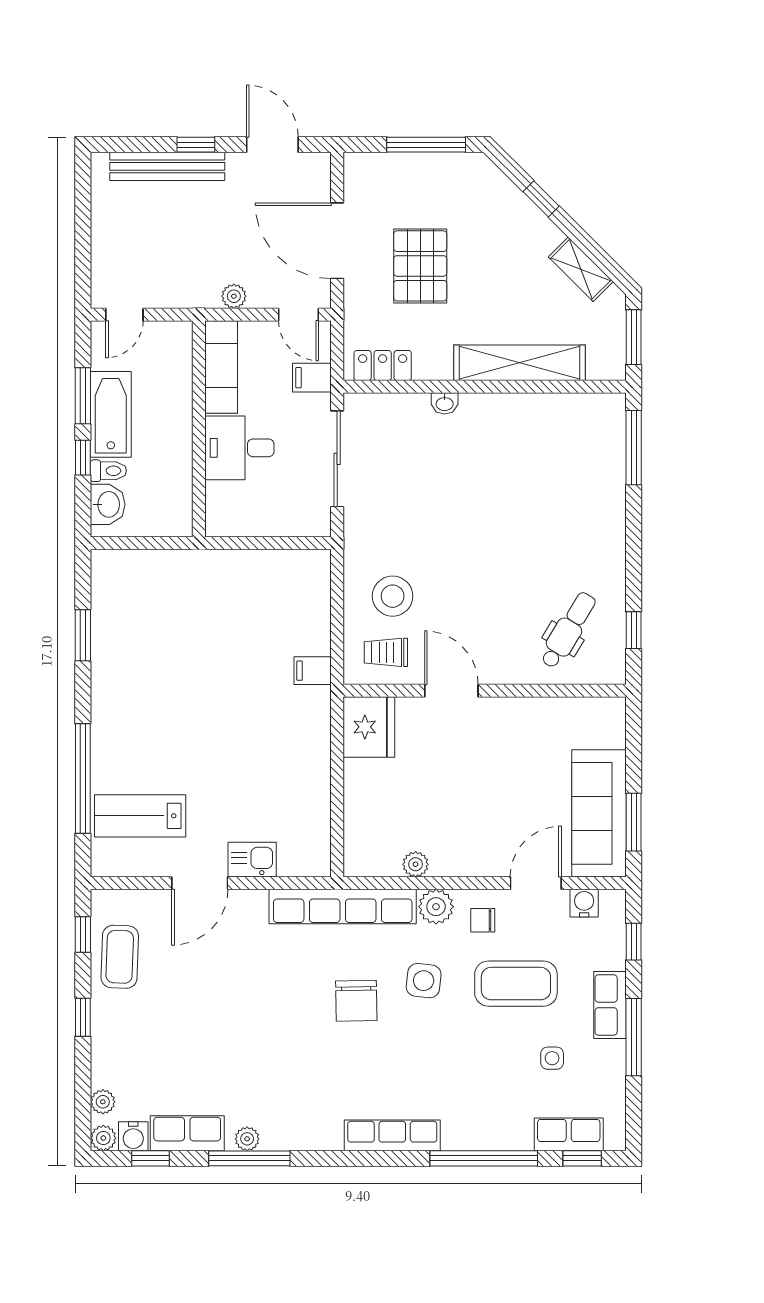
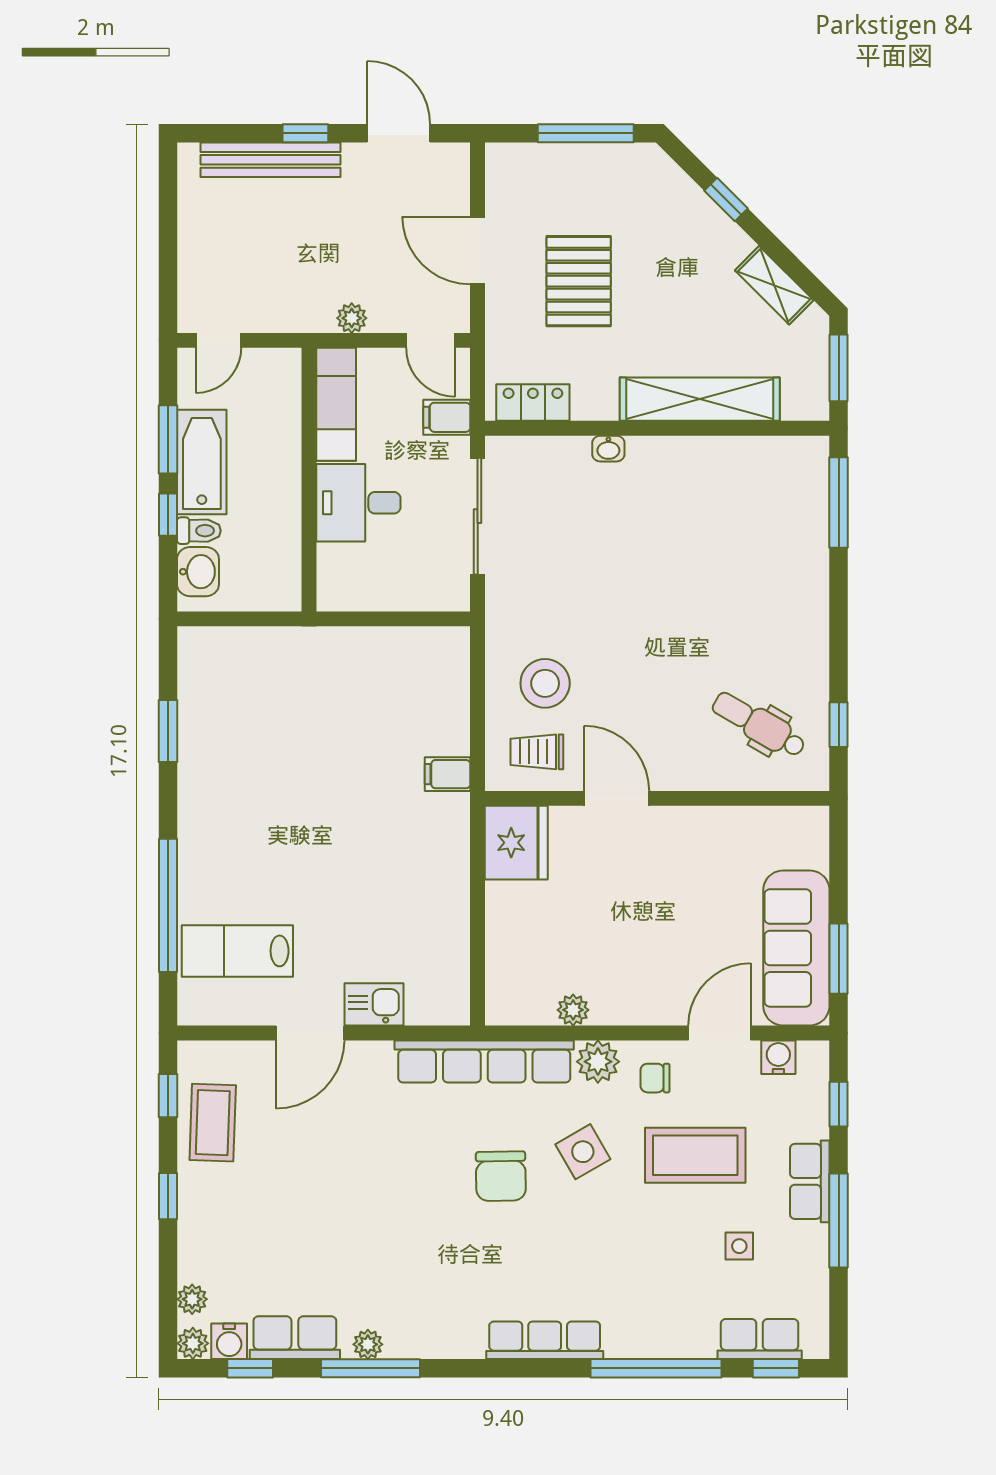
door: (337, 241) -> (478, 251), width x0.73
dental chair: (568, 630) -> (759, 725), turned -91
side table: (424, 981) -> (583, 1152), turned -36

